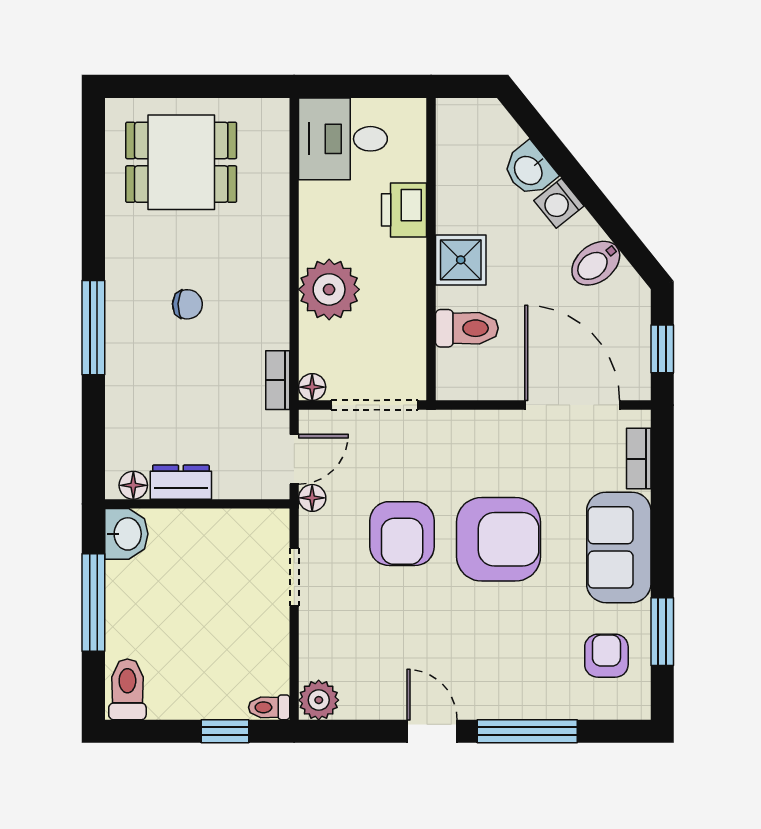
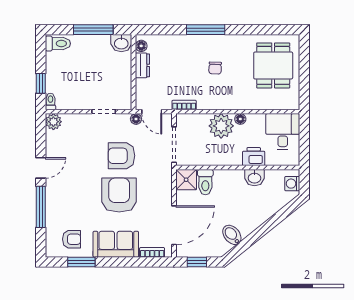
washbasin: (529, 170) -> (254, 178), moved, turned -141
washing machine: (559, 203) -> (292, 184), moved, turned -51
shower: (461, 260) -> (186, 180), moved
floor lamp: (312, 387) -> (240, 119), moved
armchair: (498, 539) -> (119, 195), turned 180

